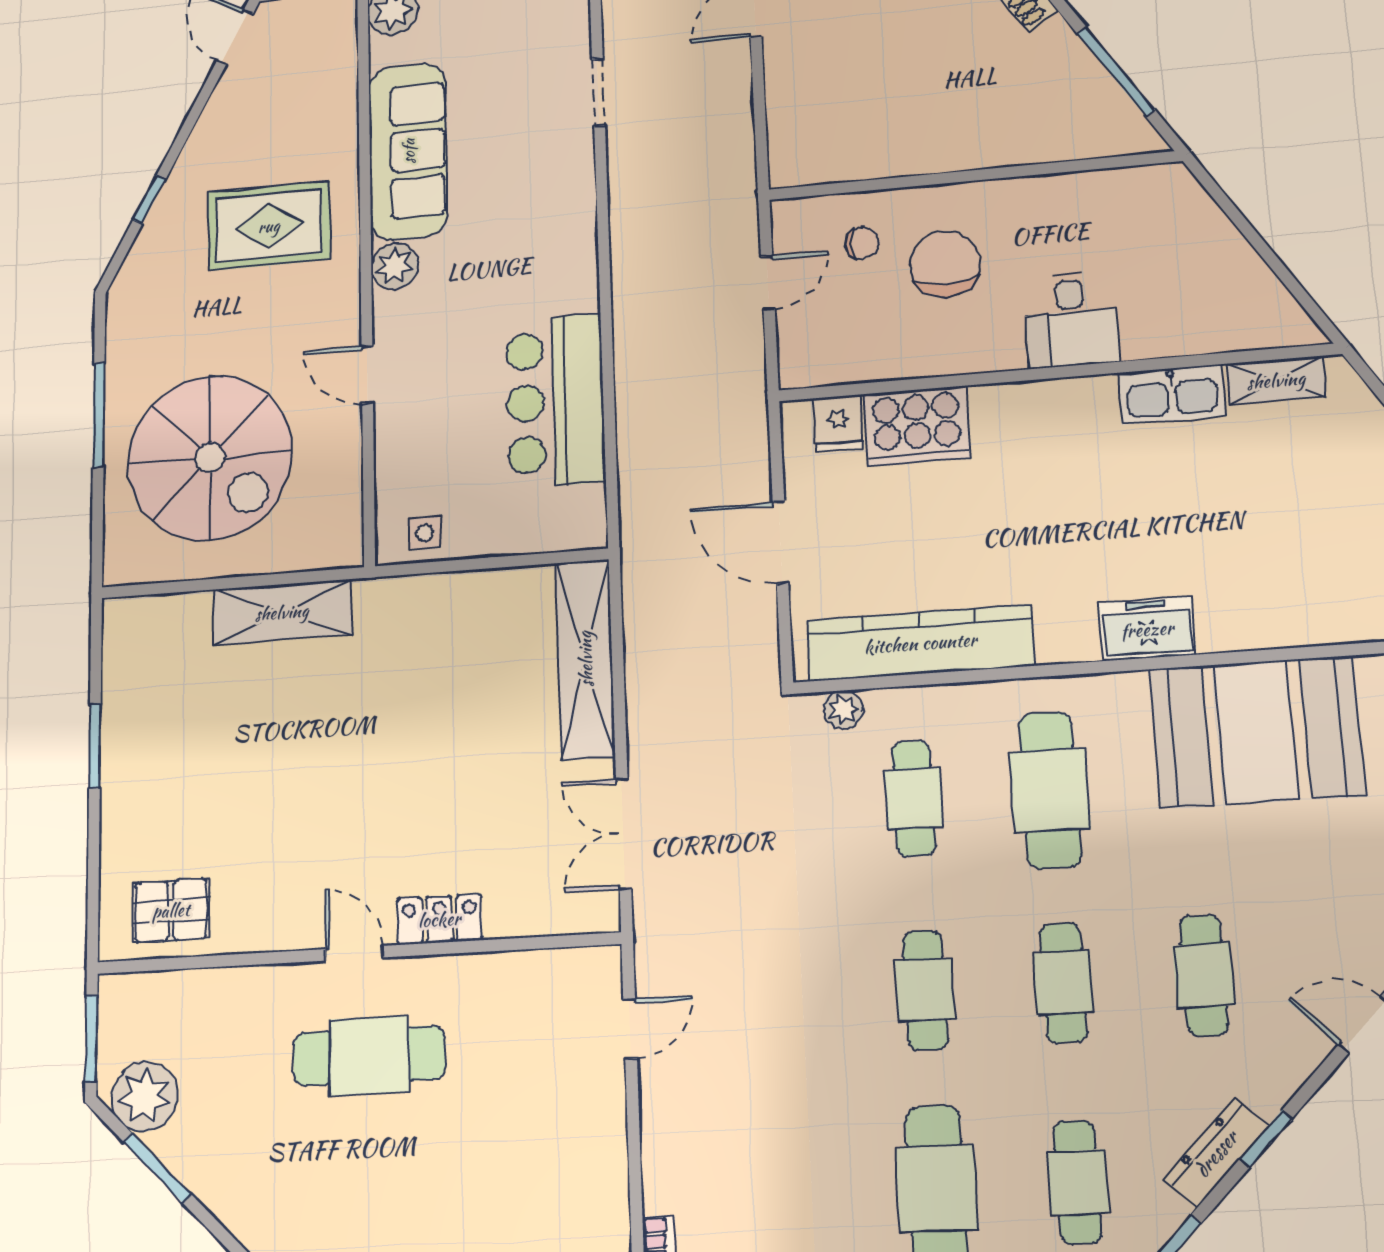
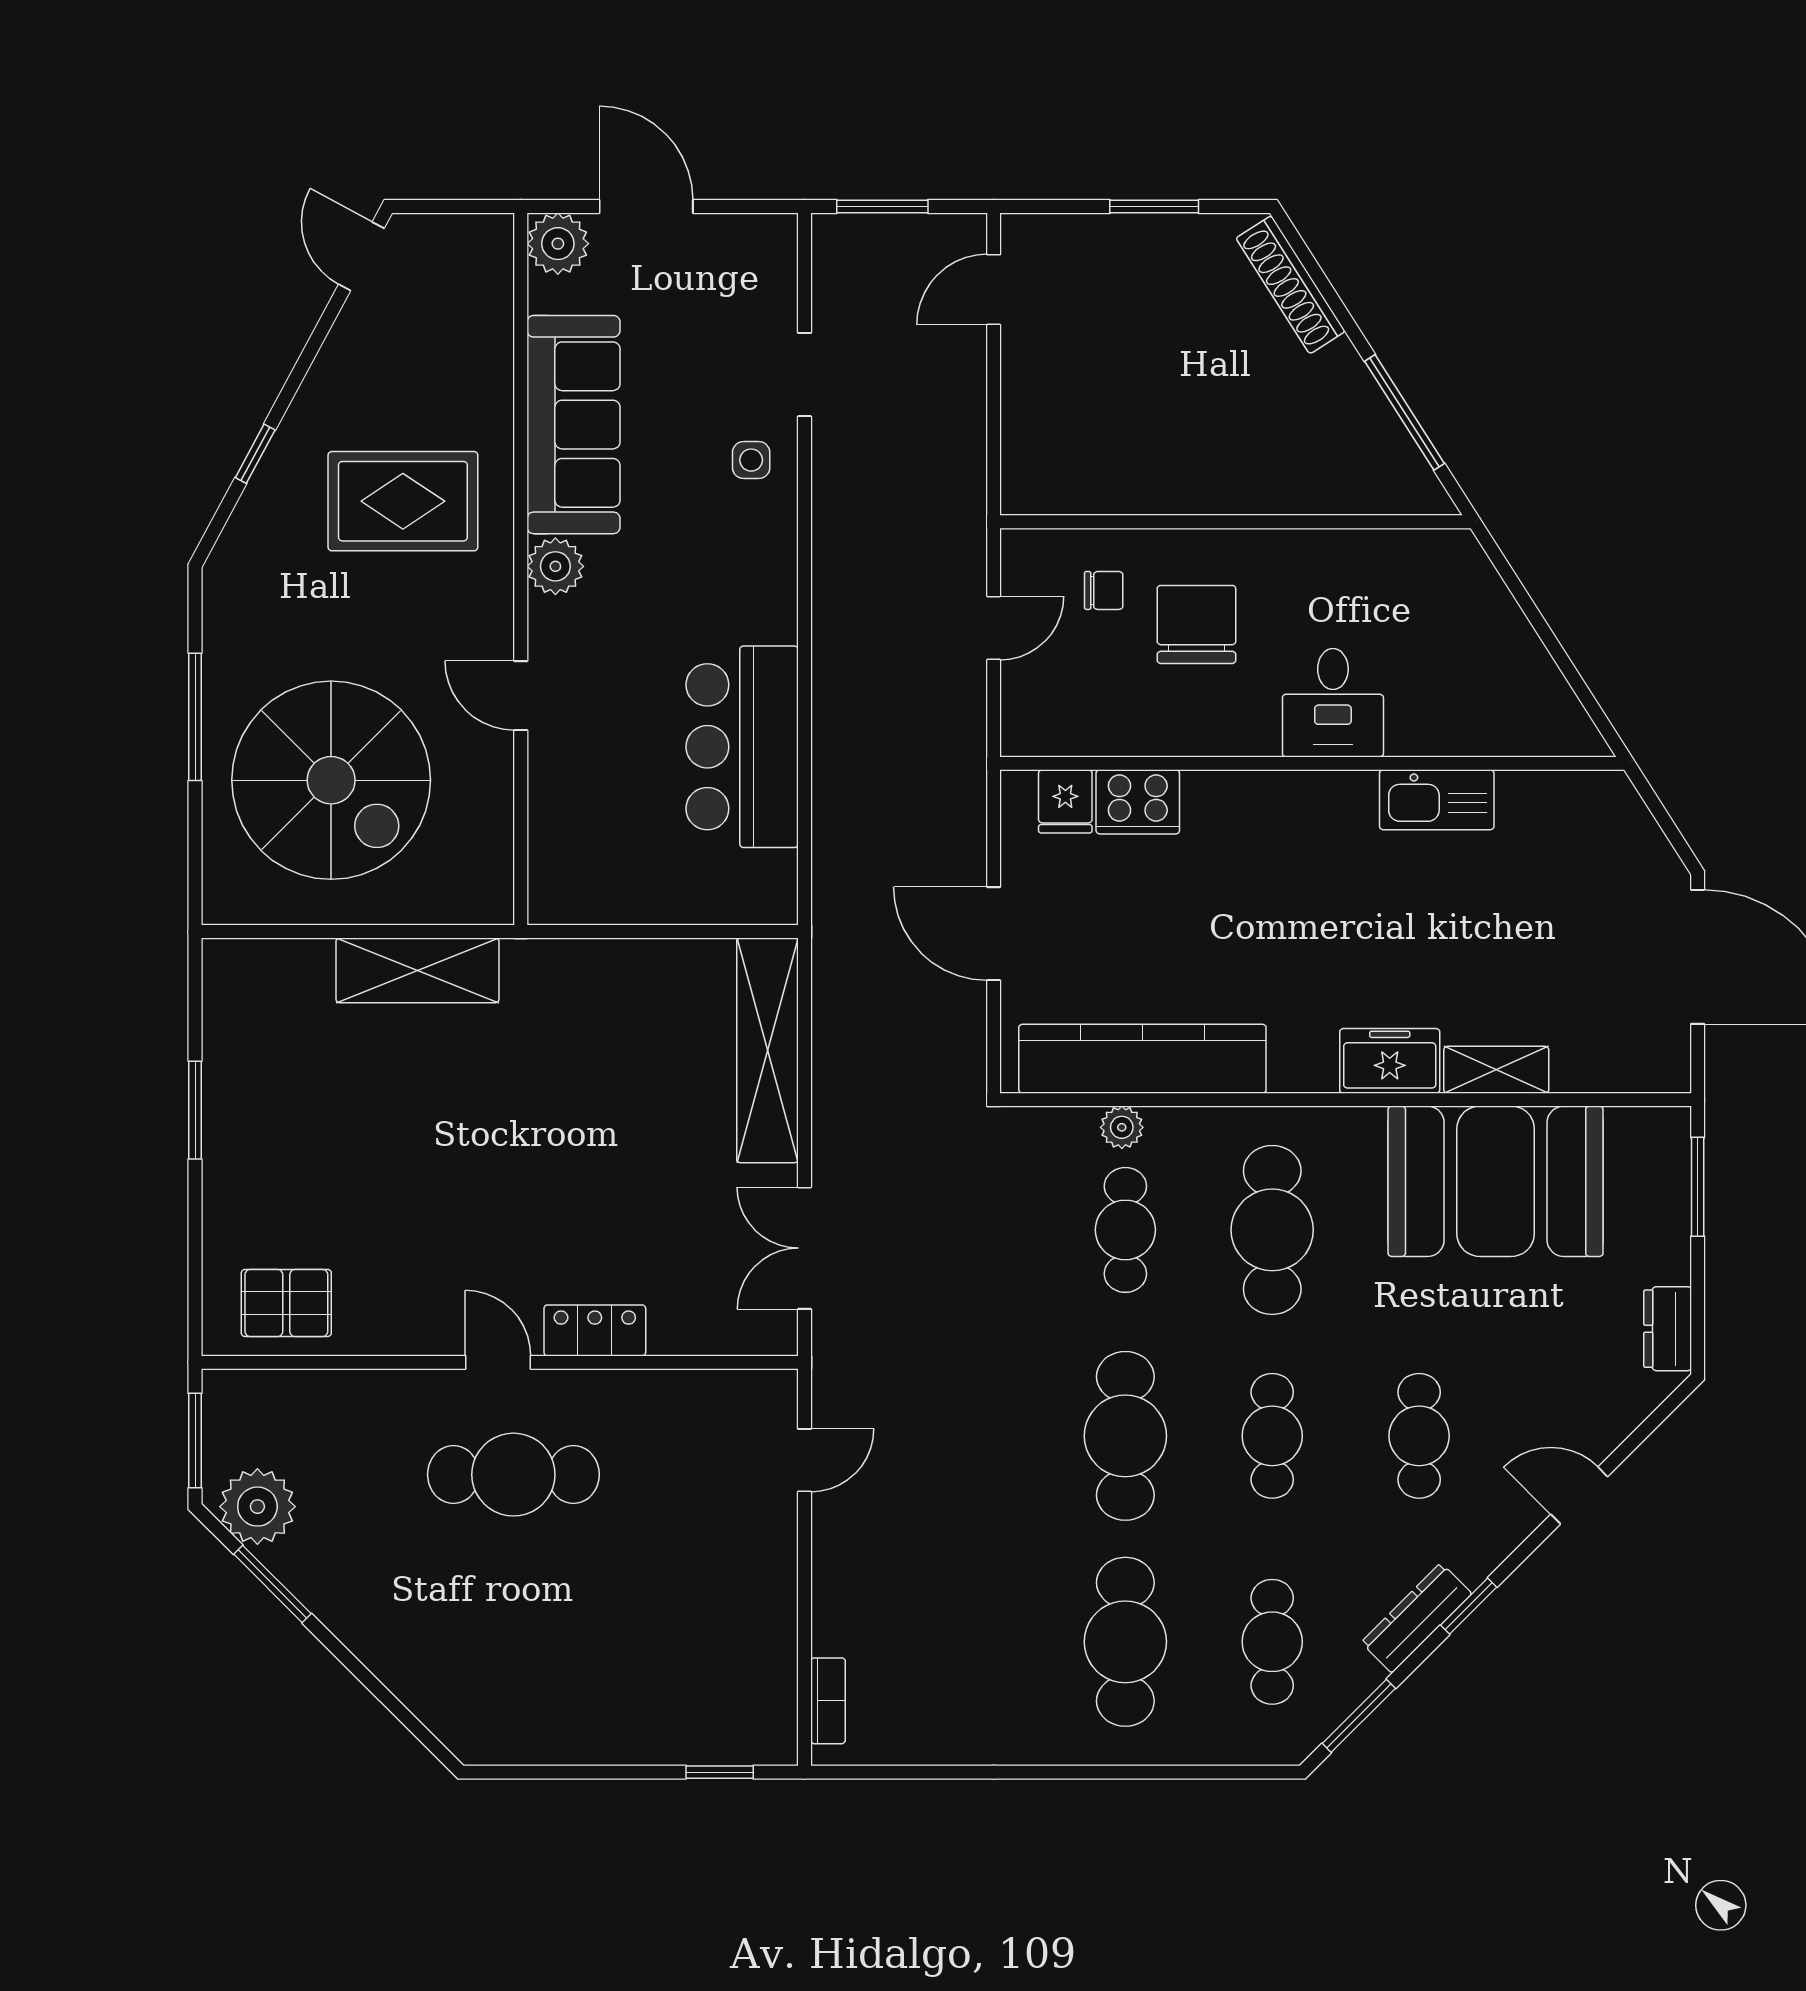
shelving: (1276, 380) -> (1496, 1070), moved
cooker: (917, 426) -> (1138, 802), width x0.73, depth x0.76
side table: (425, 533) -> (751, 460), moved
plant: (843, 710) -> (1122, 1127), moved
cafe table: (925, 990) -> (1125, 1436), width x1.37, depth x1.35

